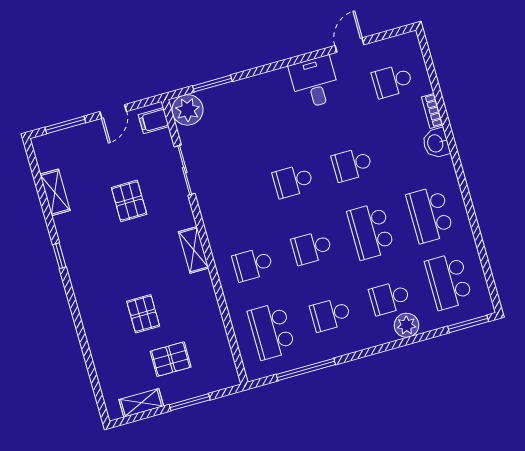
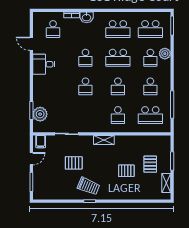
plant: (188, 110) -> (40, 114), moved
door: (113, 111) -> (31, 159), hinge flipped
shelving: (55, 192) -> (60, 195), removed
trolley: (90, 245) -> (89, 186), added

